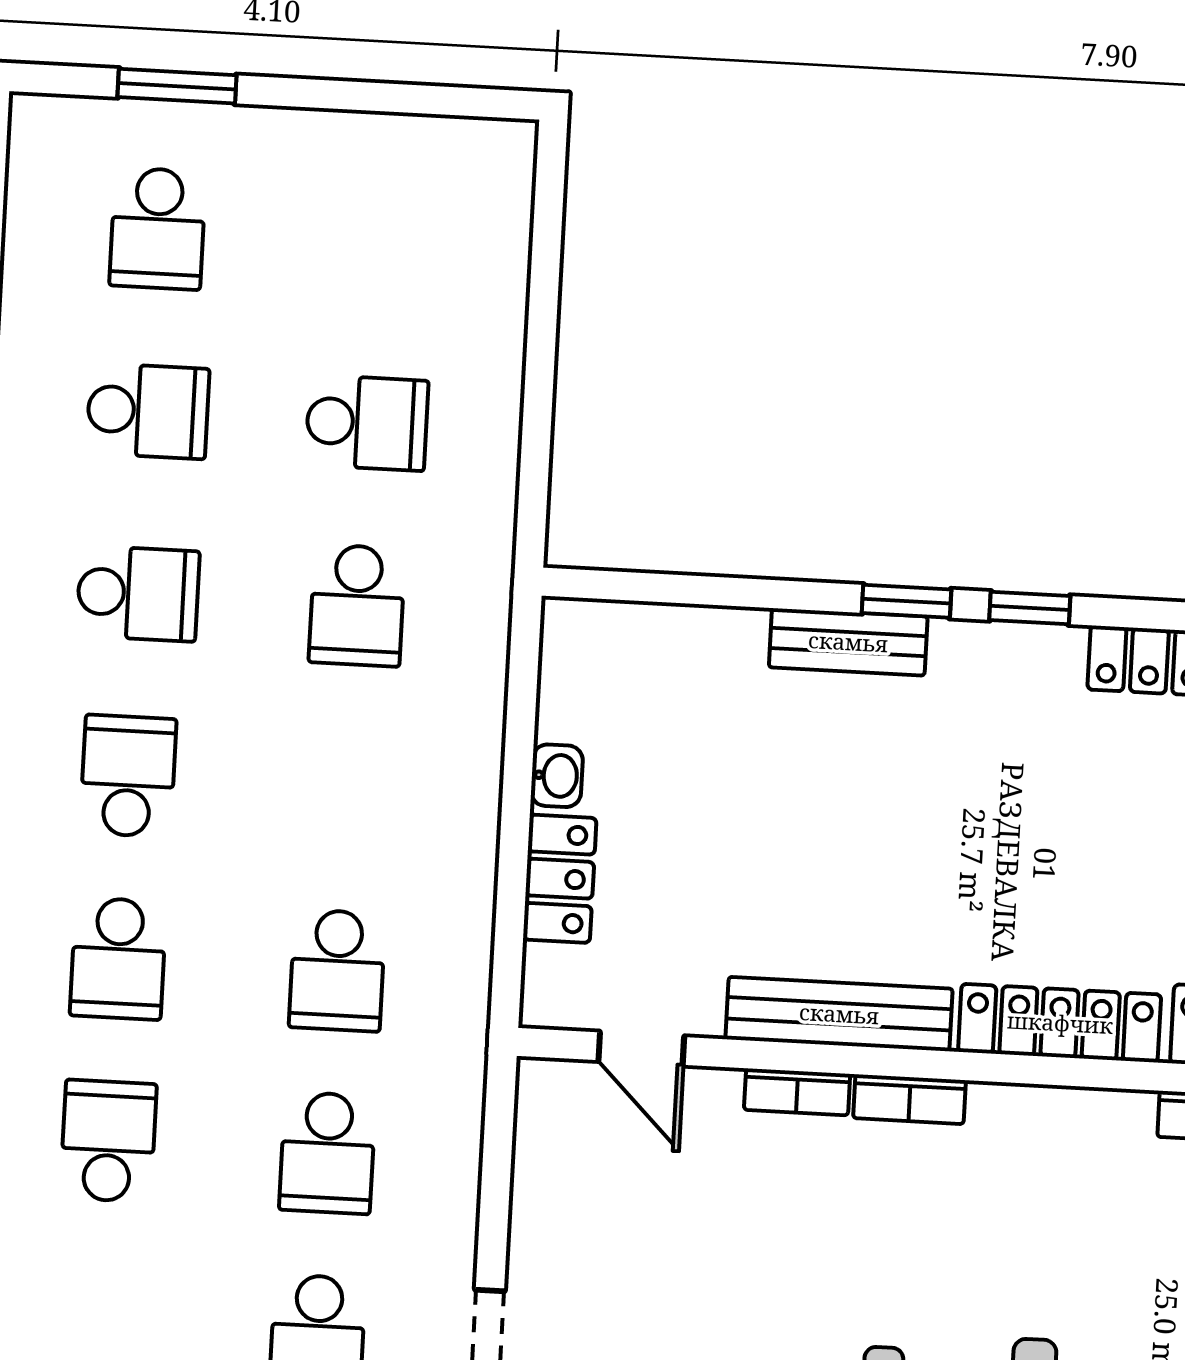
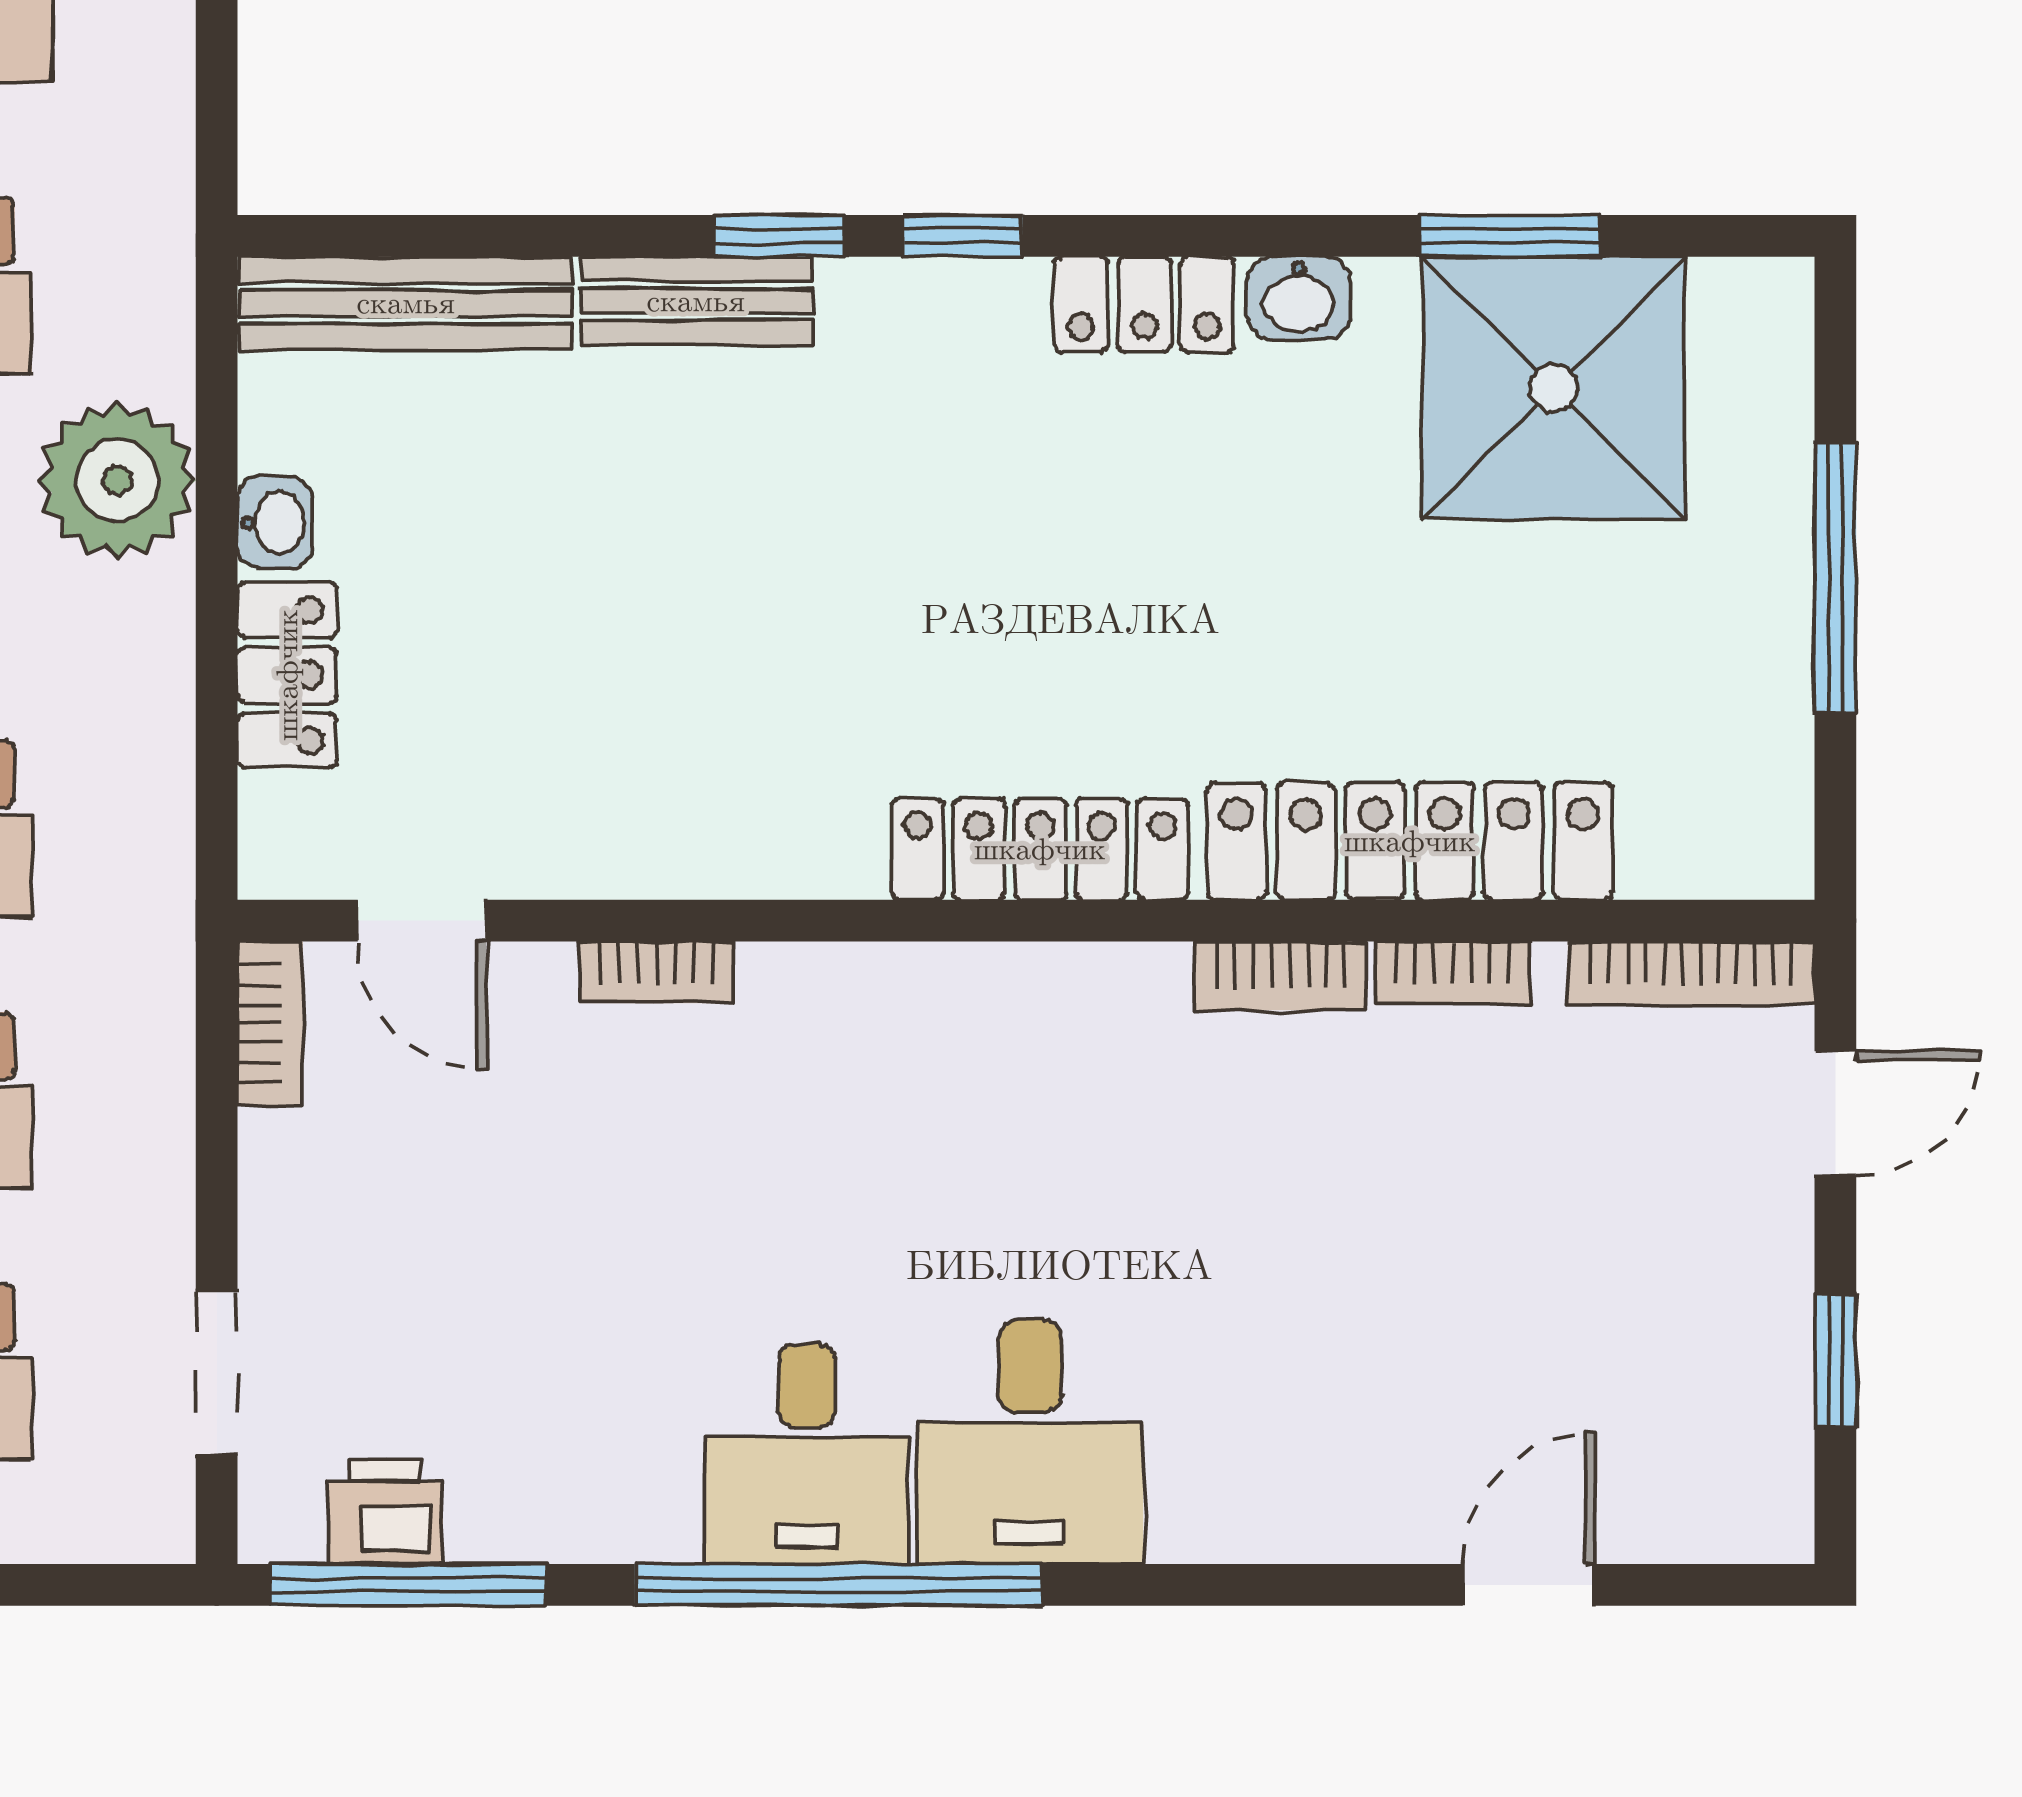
plant: (453, 741) -> (117, 480), added
bench: (839, 1014) -> (406, 303), moved
bookcase: (910, 1099) -> (270, 1023), moved, turned -90

